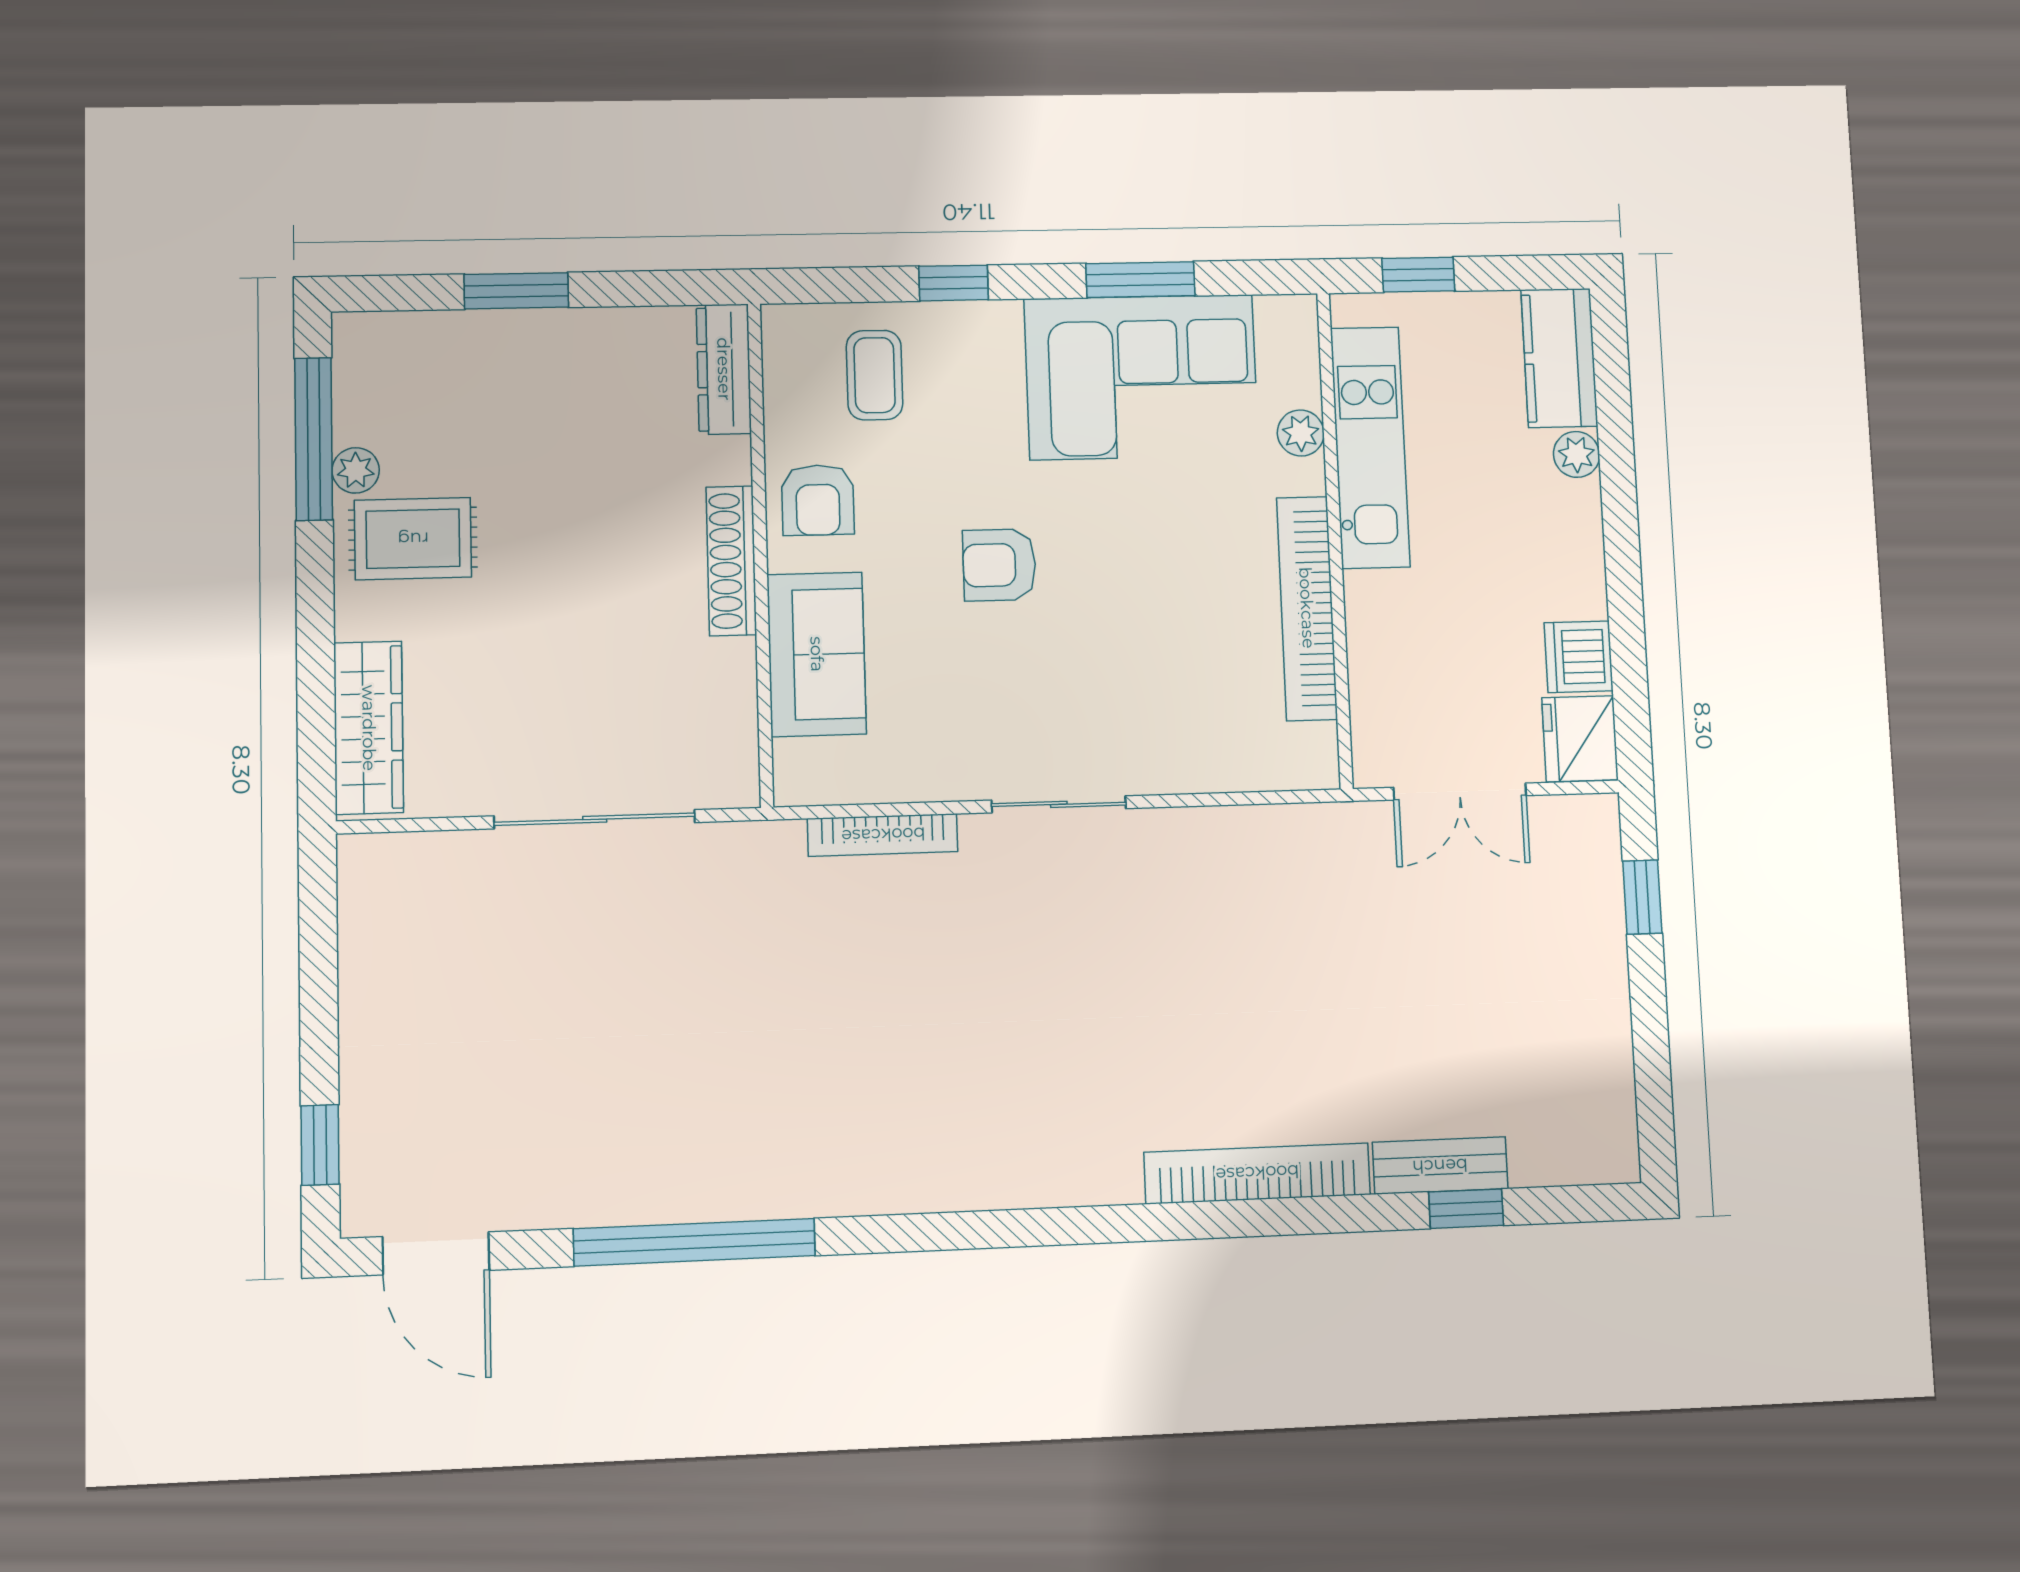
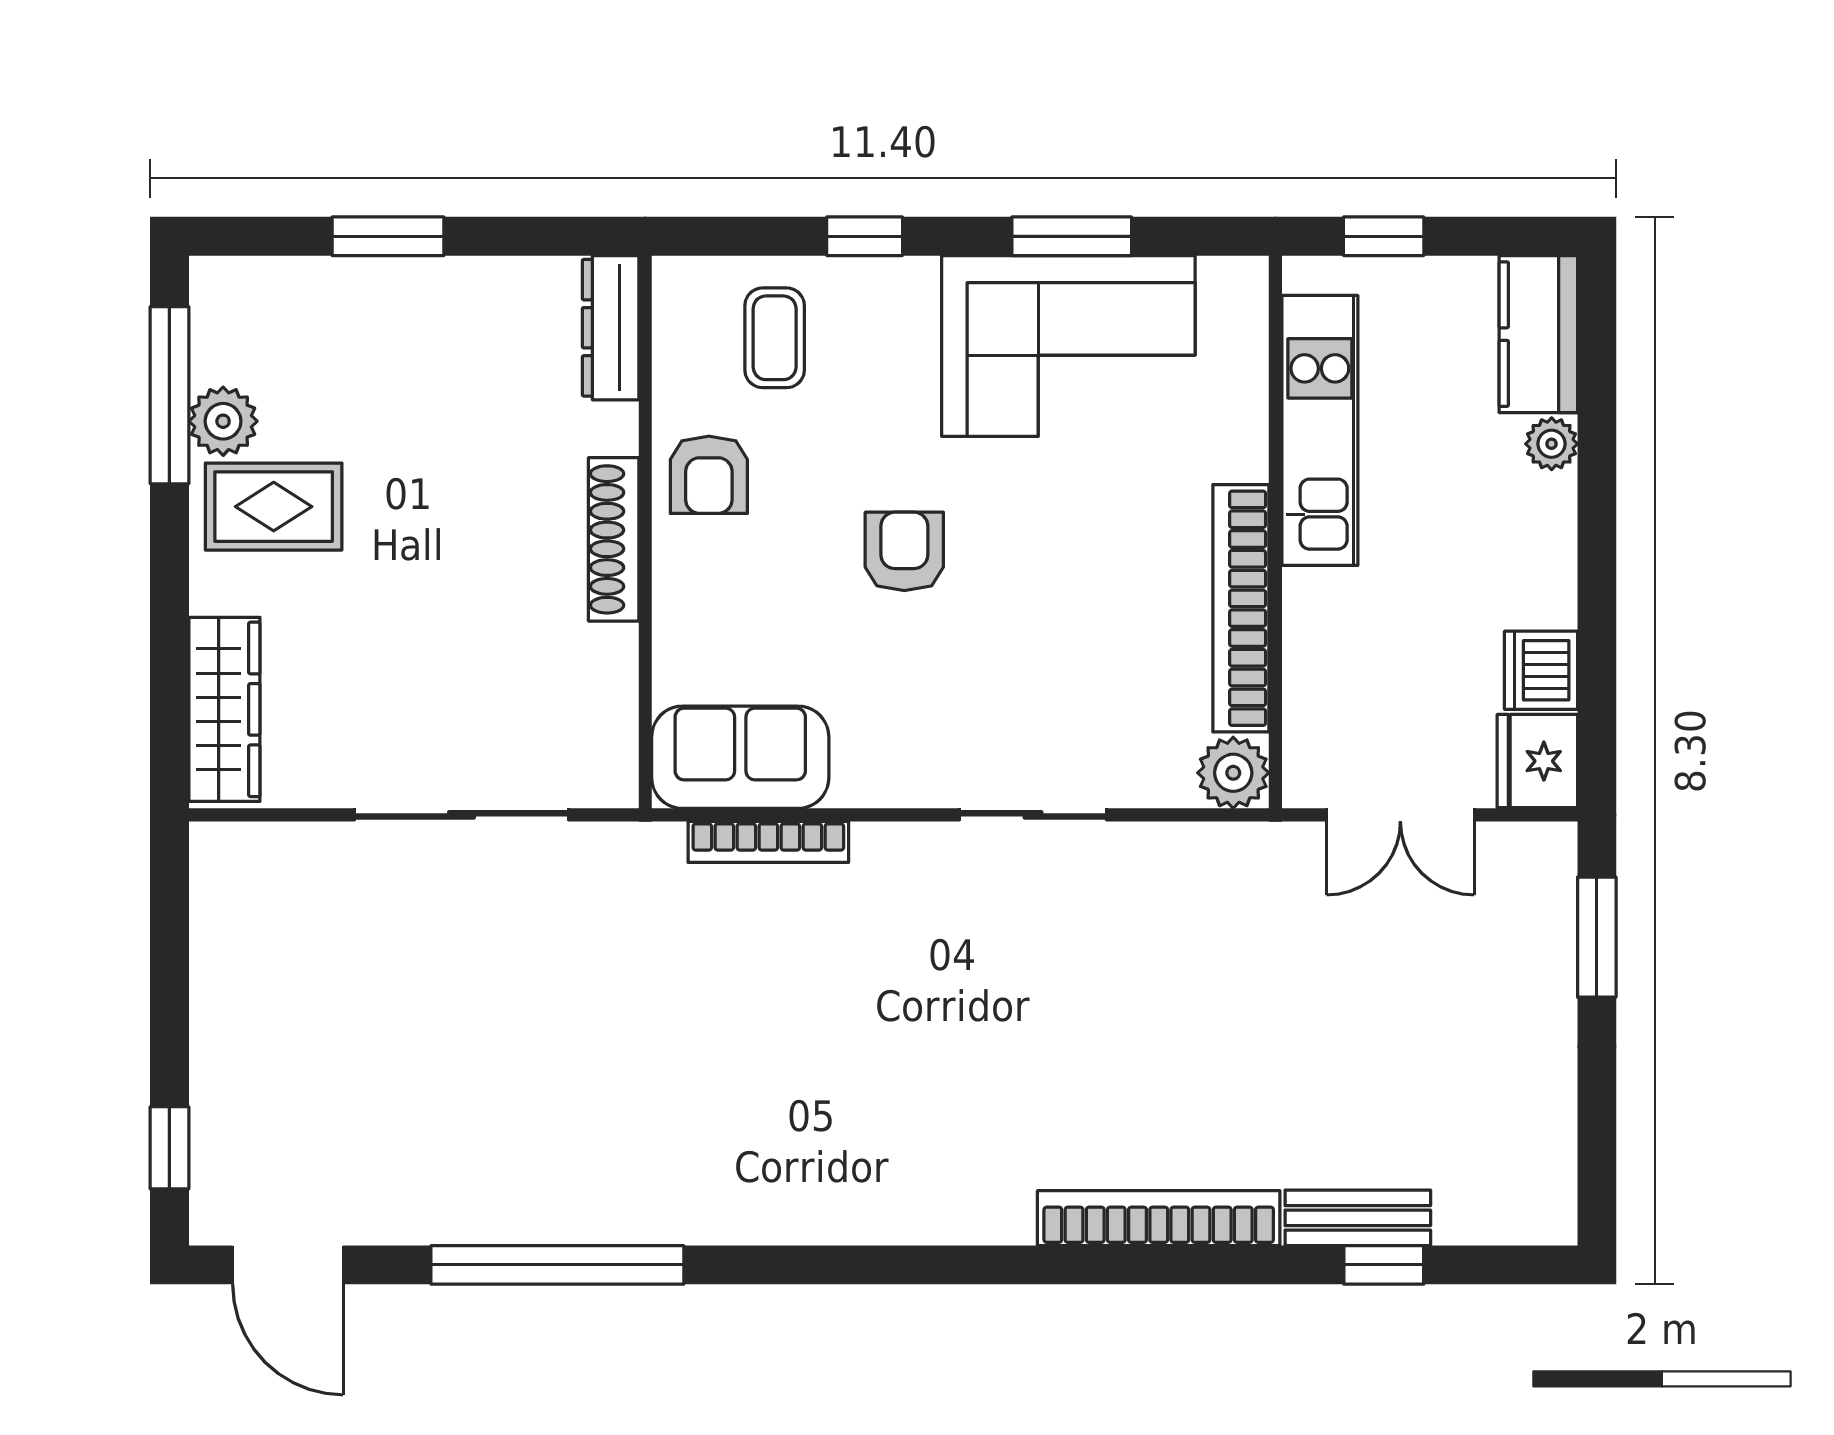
plant: (1301, 433) -> (1233, 773), moved, width x1.38, depth x1.38
plant: (356, 470) -> (223, 421), width x1.38, depth x1.38
armchair: (999, 565) -> (904, 551), turned 90
sofa: (817, 654) -> (740, 757), moved, turned -90
sliding door: (1059, 804) -> (1033, 815), moved
window: (1642, 897) -> (1597, 937), width x1.50

